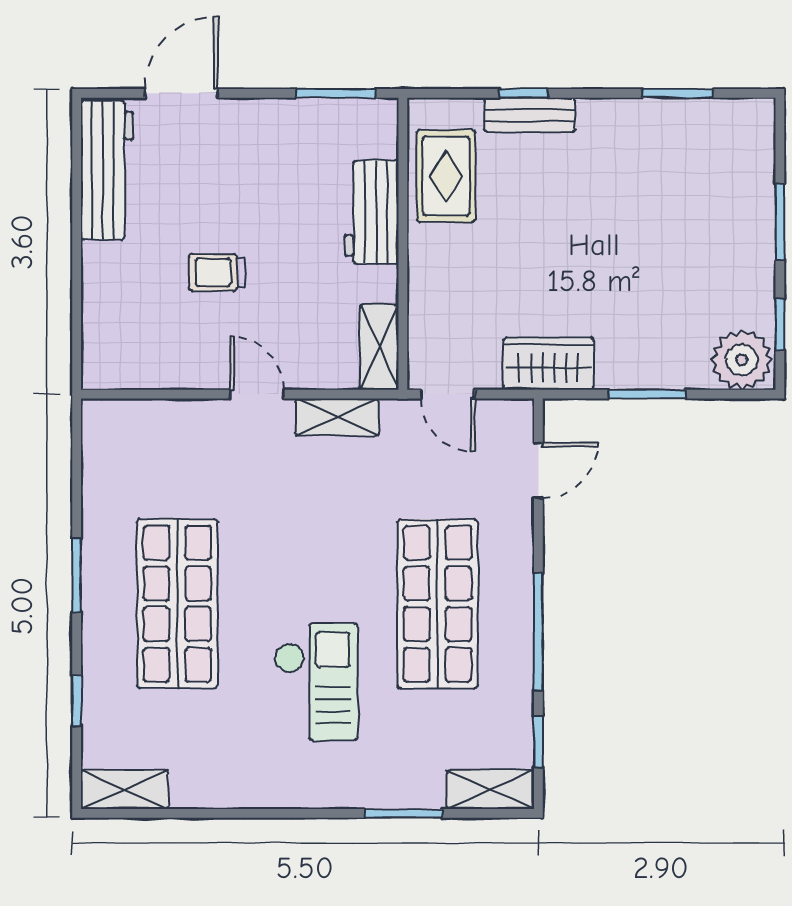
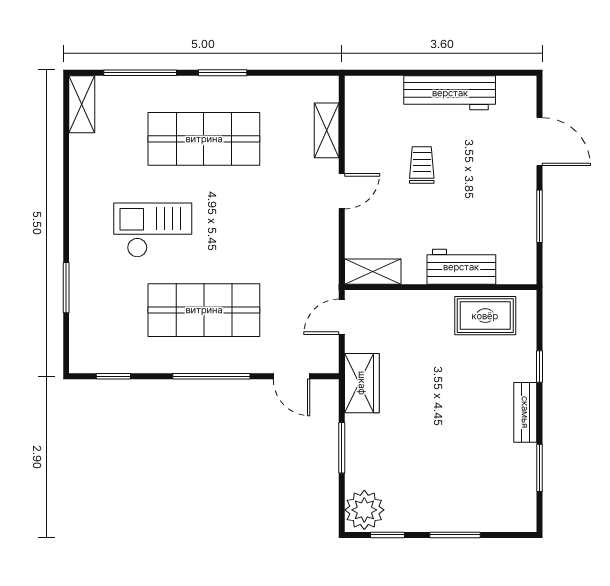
window: (336, 93) -> (539, 216), moved
bench: (530, 115) -> (525, 412), moved
workbench: (107, 170) -> (450, 93), moved
shelving: (337, 417) -> (327, 130), moved
window: (538, 632) -> (211, 376), moved
checkout: (316, 682) -> (153, 230), turned 180
window: (77, 701) -> (140, 73), width x2.17
shelving: (490, 790) -> (82, 345), removed

